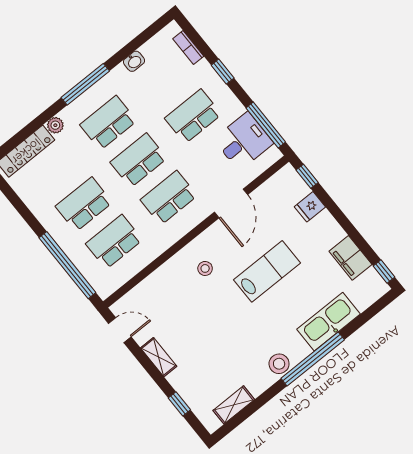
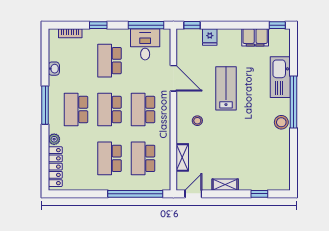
shelving: (234, 405) -> (182, 157), moved

